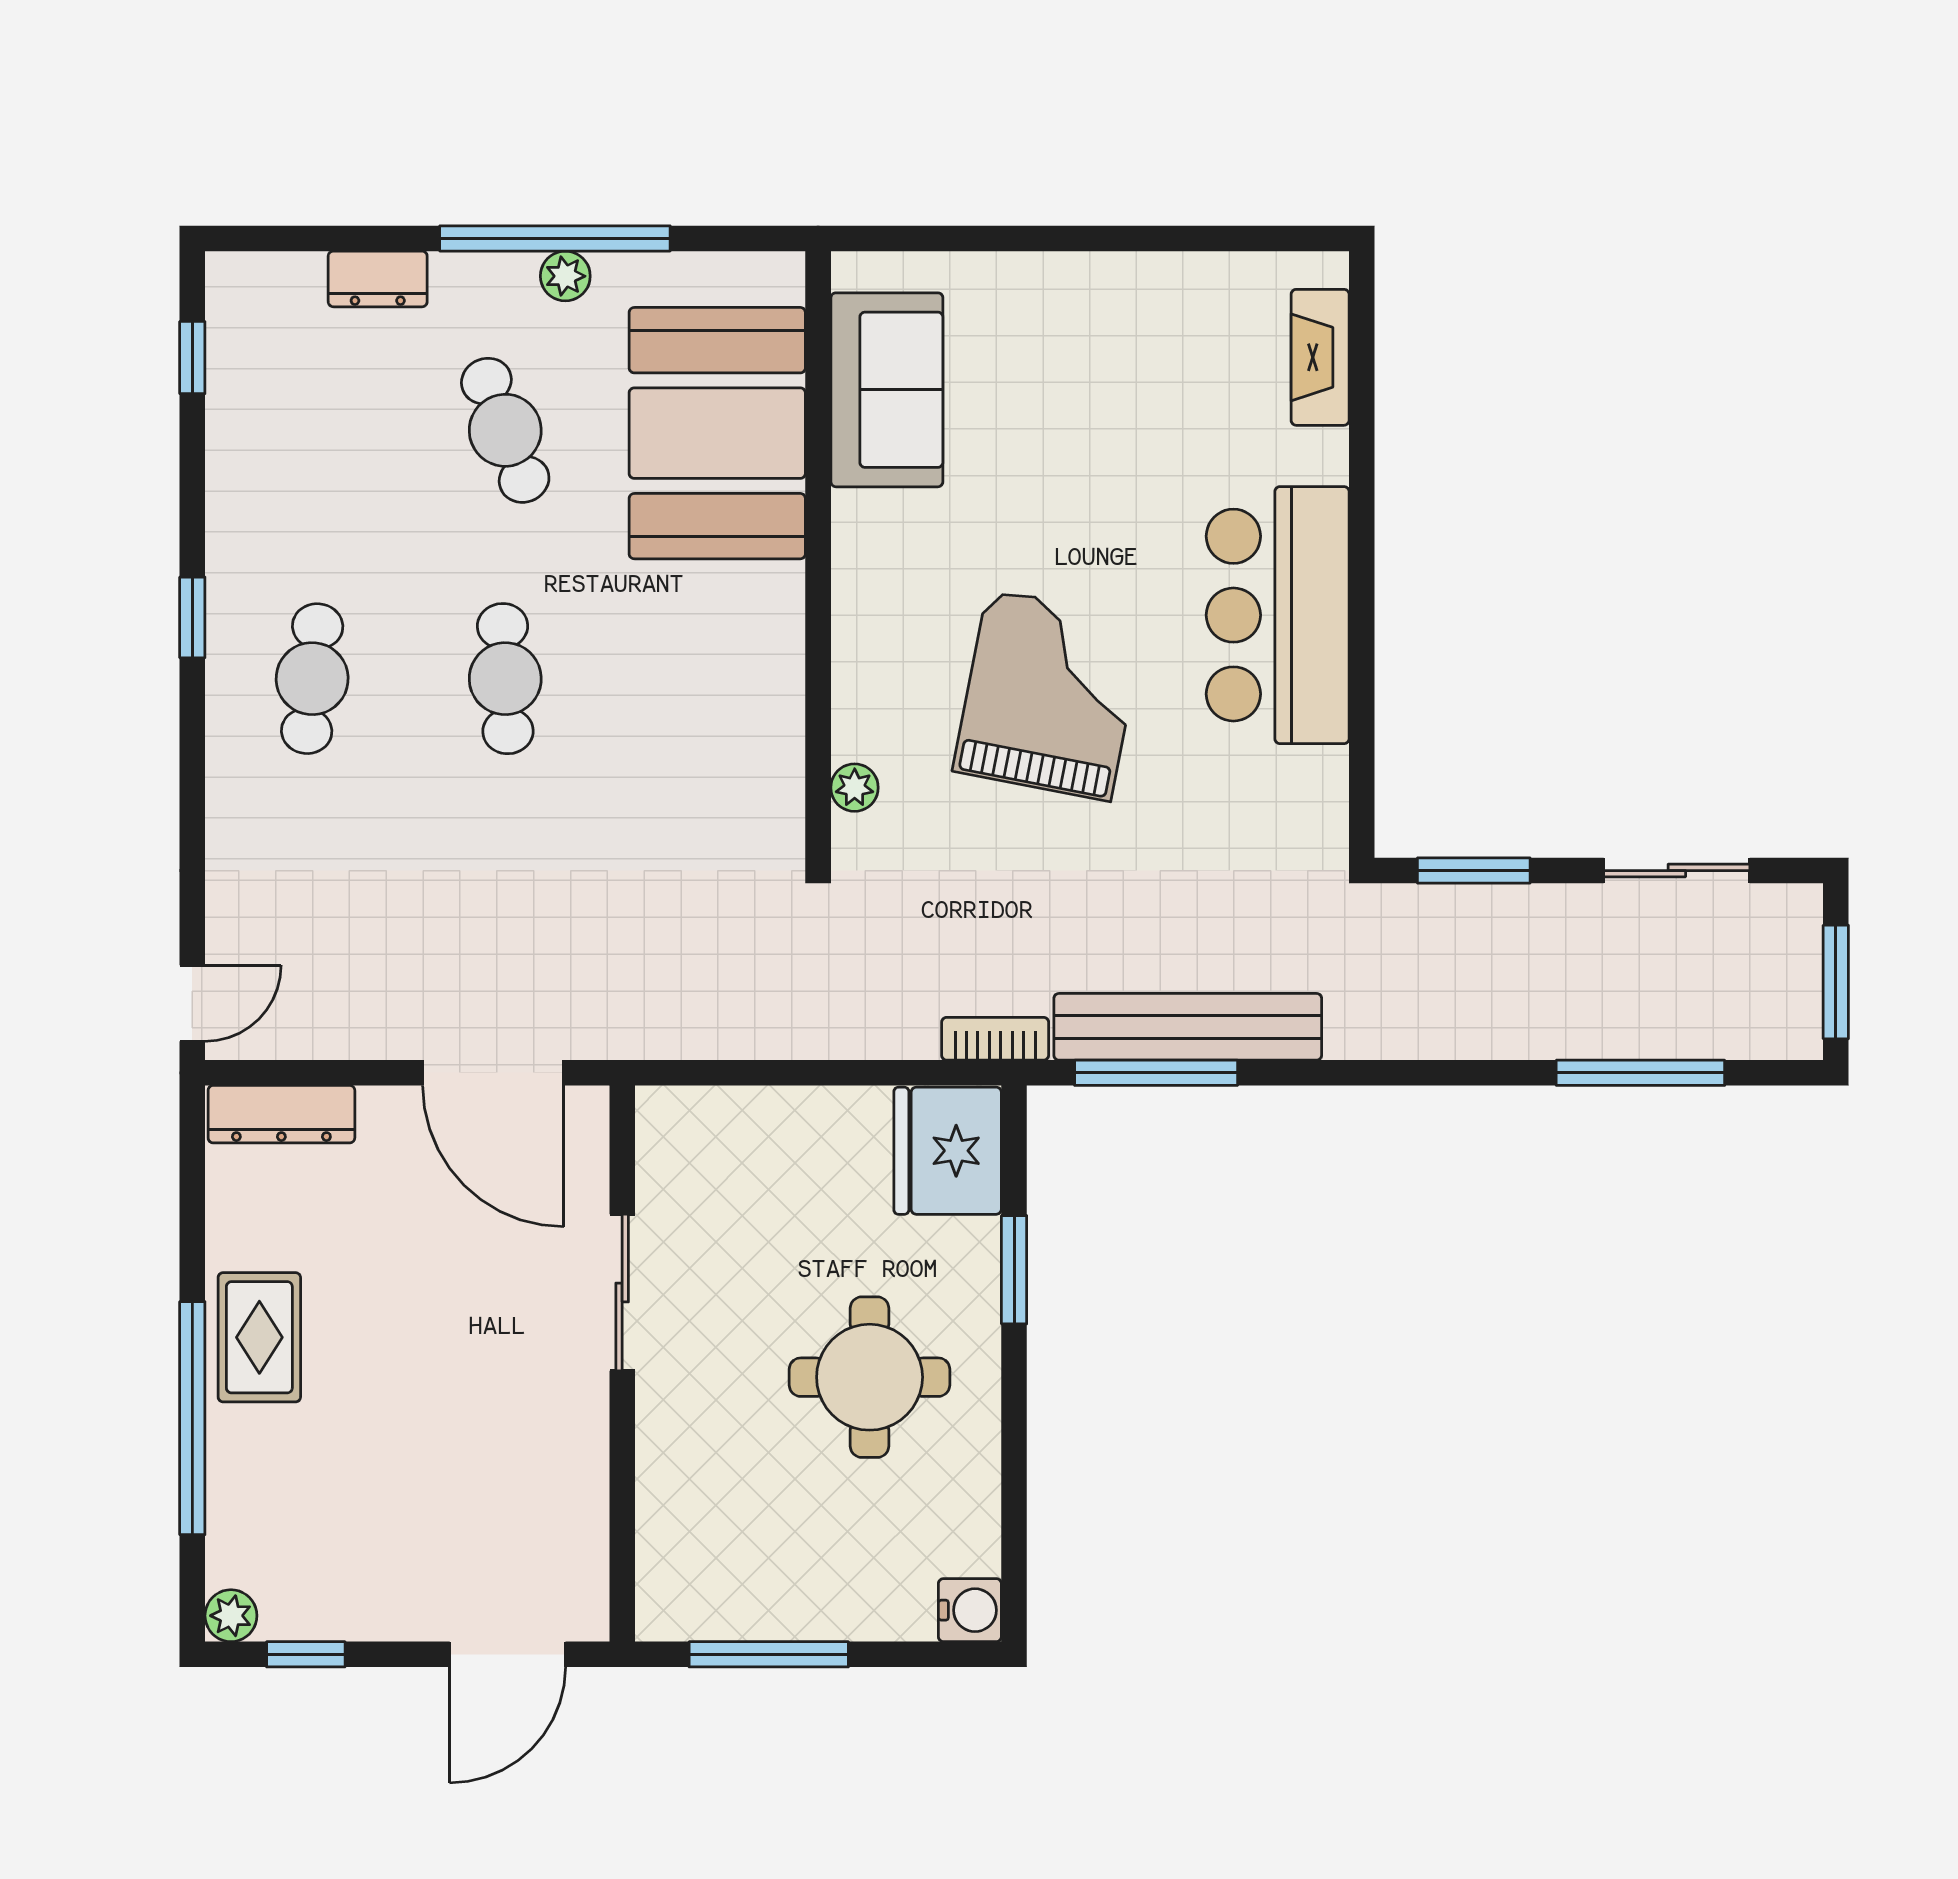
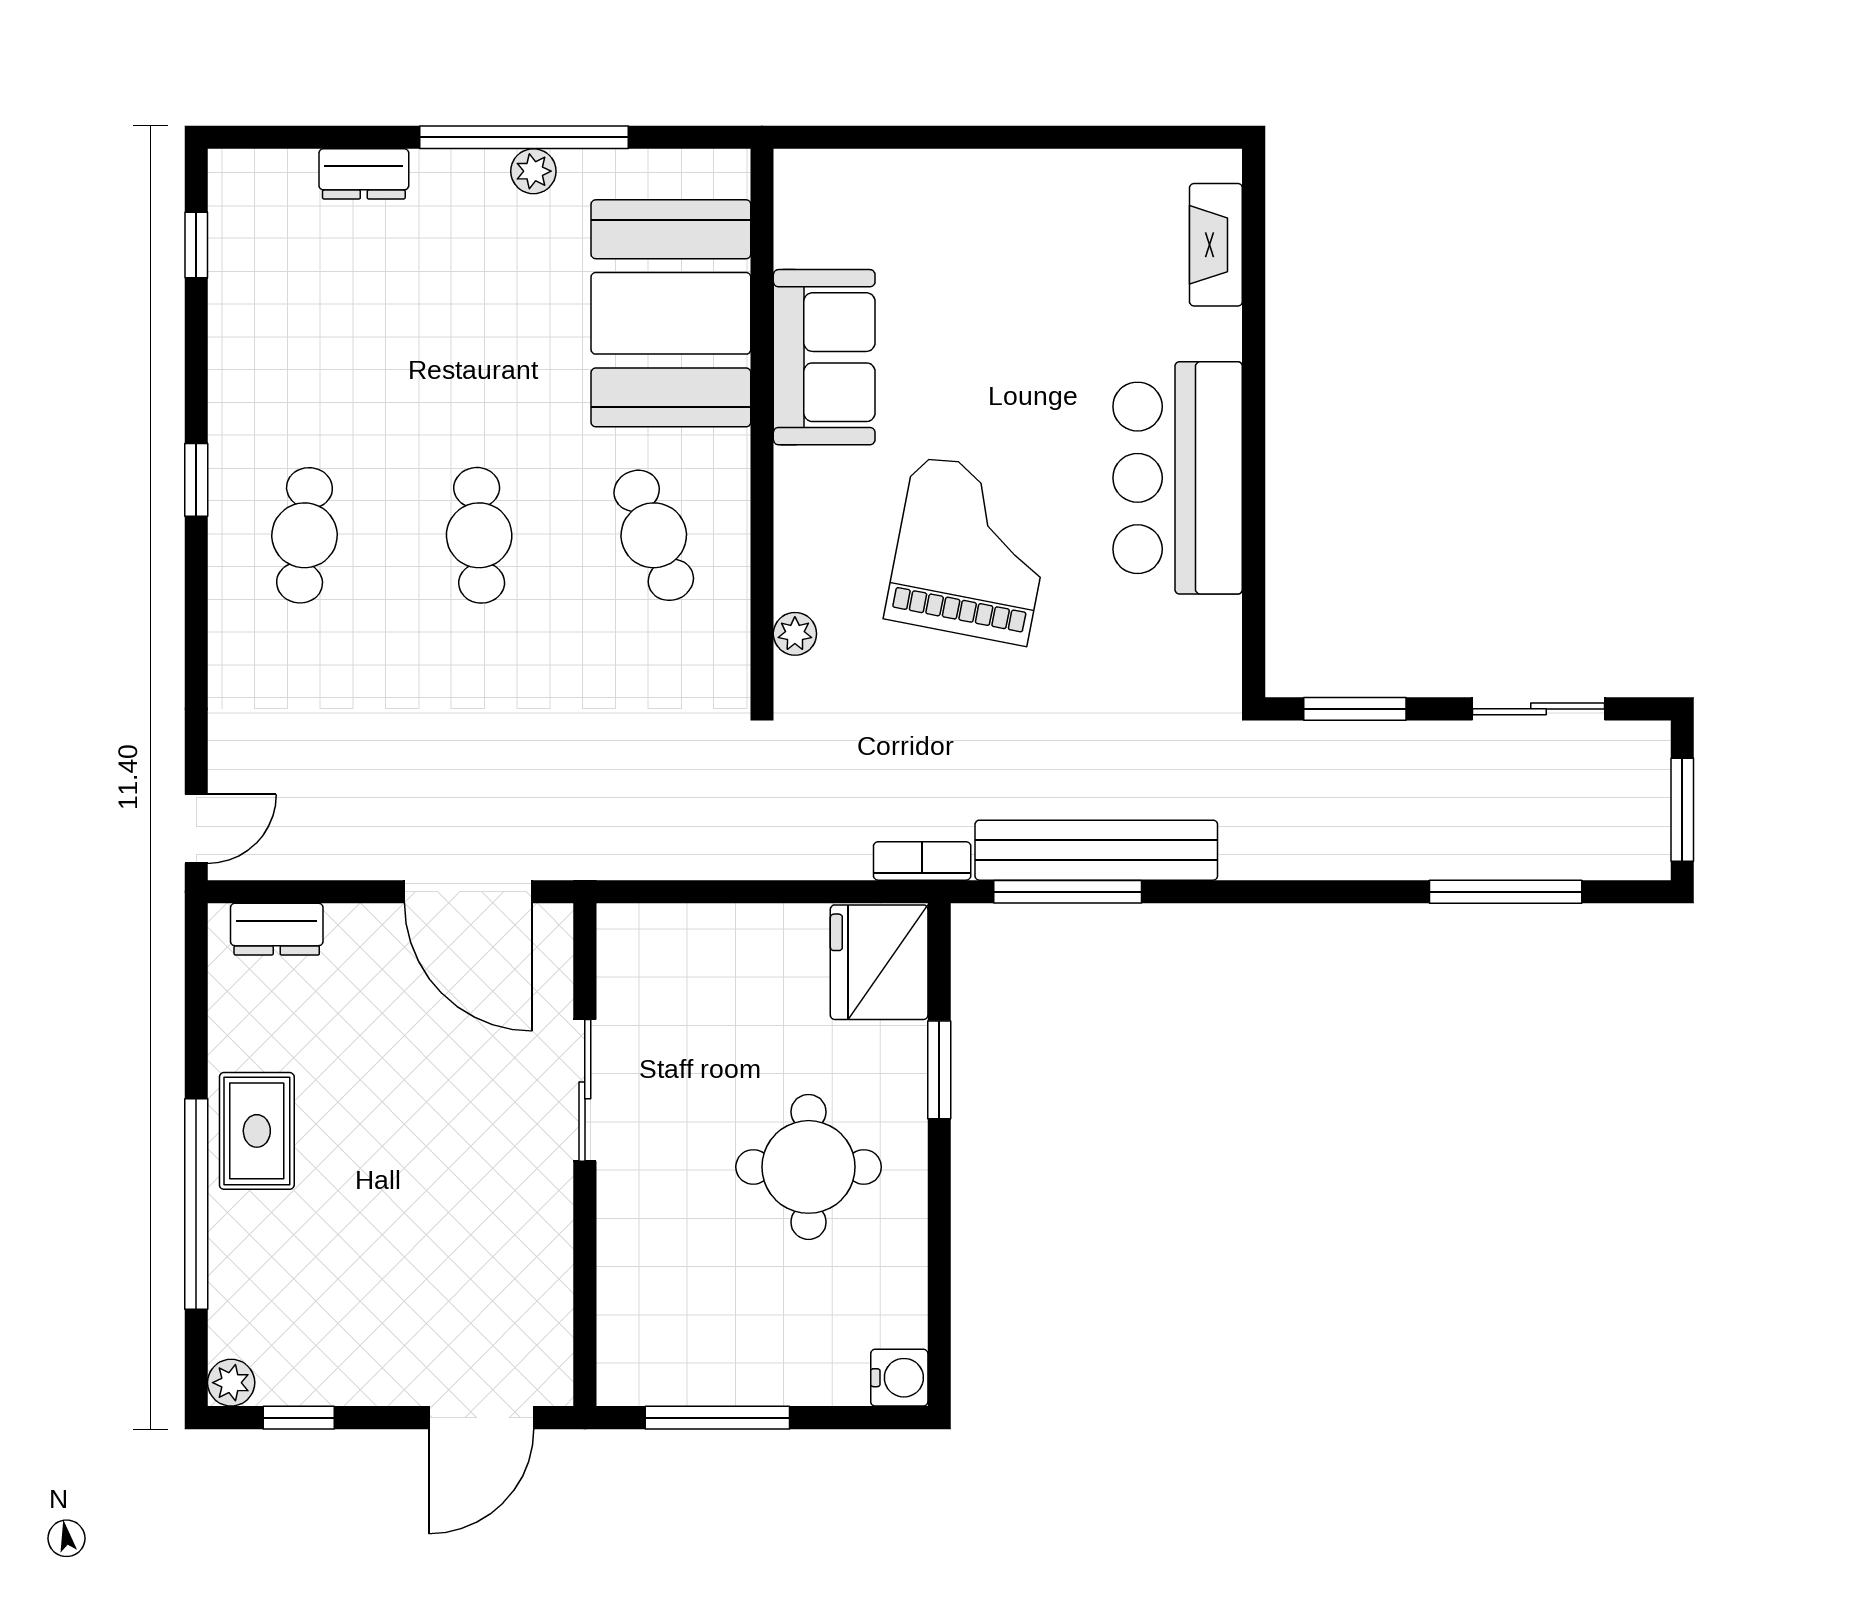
sofa: (887, 390) -> (824, 357), moved
cafe table: (505, 430) -> (654, 535), moved
dresser: (281, 1114) -> (277, 929), width x0.70

